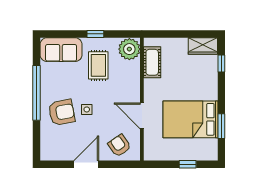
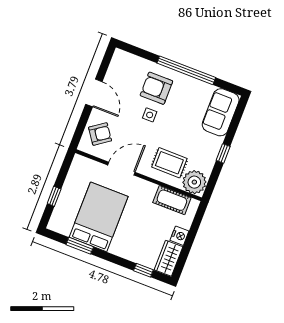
nightstand: (180, 44) -> (179, 236), added
rug: (98, 65) -> (169, 163), moved
armchair: (62, 112) -> (156, 88), turned 101

